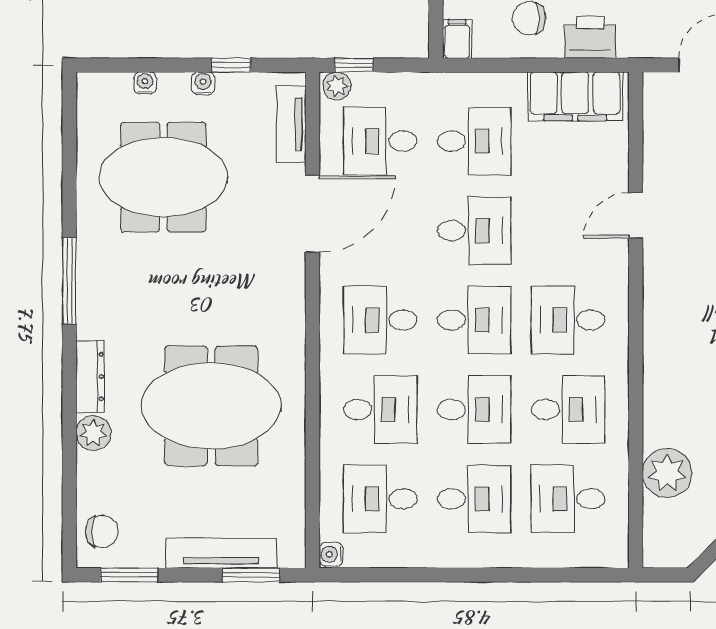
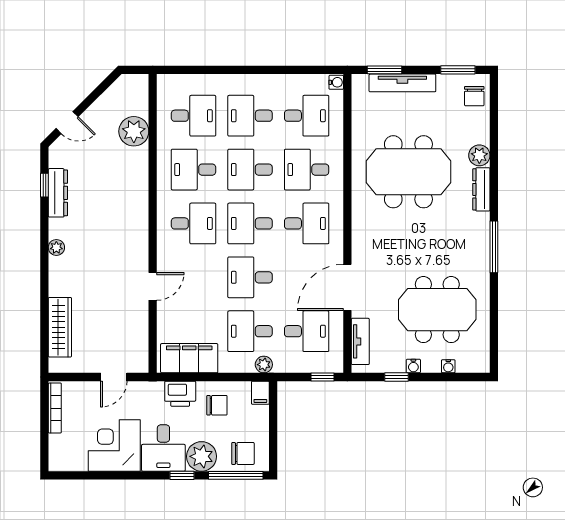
plant: (337, 86) -> (264, 365), moved
chair: (102, 531) -> (474, 96), turned -90

